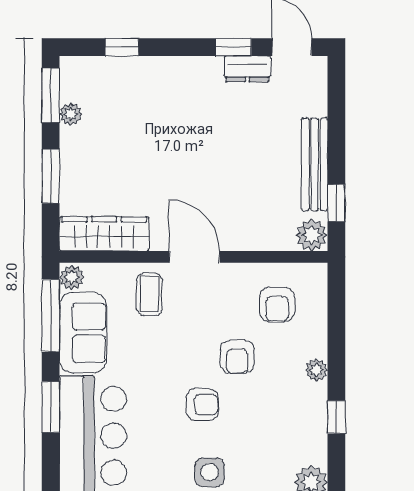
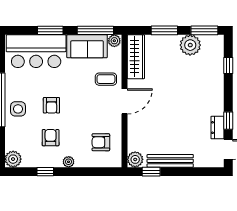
plant: (71, 114) -> (190, 45), width x1.88, depth x1.88
armchair: (237, 357) -> (51, 138), moved, turned 90

